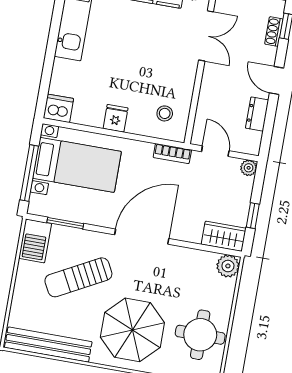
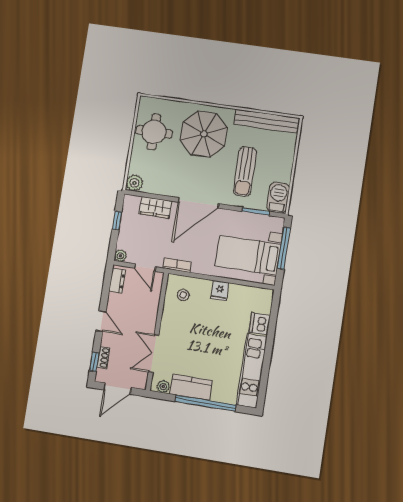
dishwasher: (58, 108) -> (260, 324), moved, turned 90
dresser: (257, 114) -> (117, 281), moved
wardrobe: (224, 236) -> (156, 207), moved
sun lounger: (78, 277) -> (245, 171), turned 118

